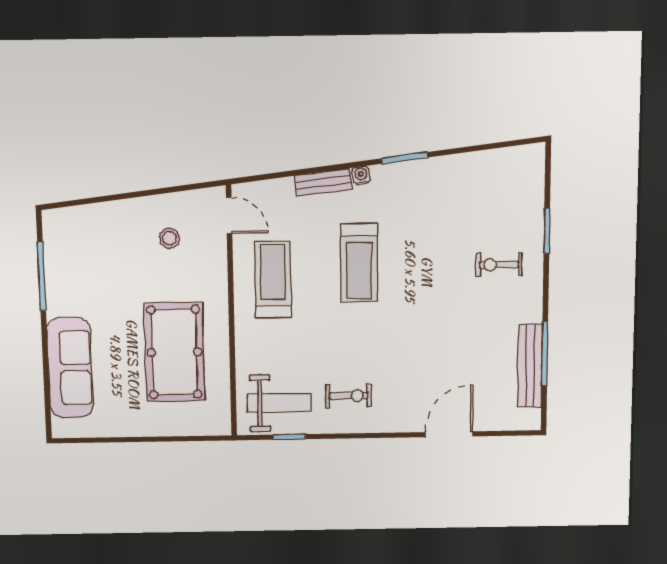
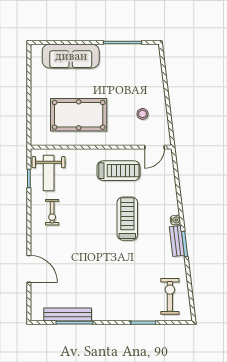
bench: (323, 182) -> (177, 241), moved
treadmill: (359, 263) -> (127, 219), turned 90
exercise bike: (499, 265) -> (170, 296), moved, width x1.38, depth x1.39

